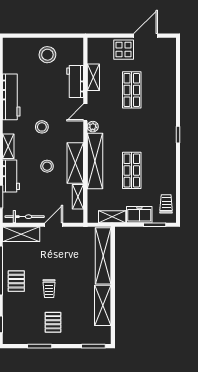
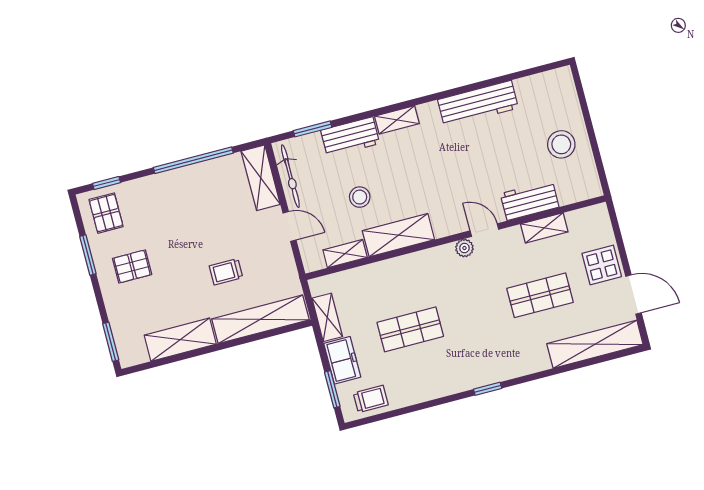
stool: (42, 127) -> (442, 166), removed
shelving: (95, 161) -> (595, 344), moved
stool: (47, 166) -> (360, 197), moved
pallet: (16, 281) -> (106, 213), moved, turned 90
trolley: (49, 289) -> (226, 272), moved

